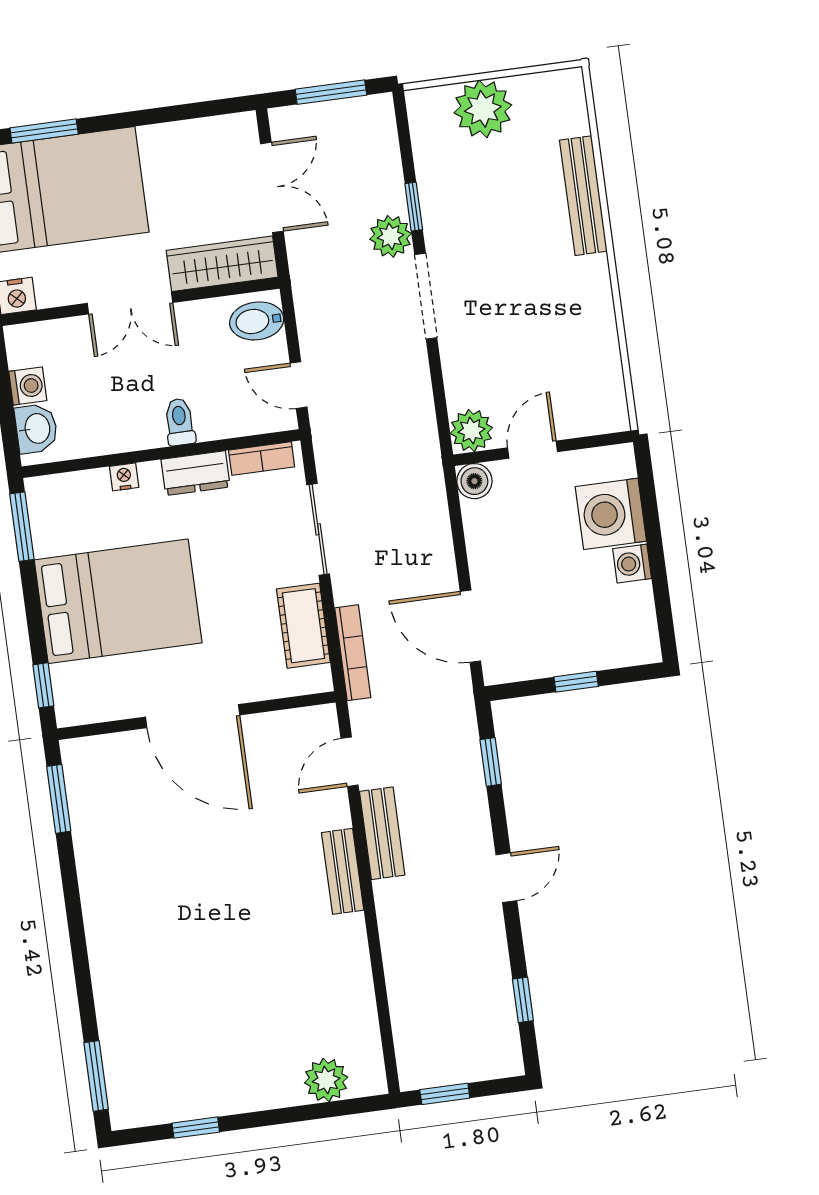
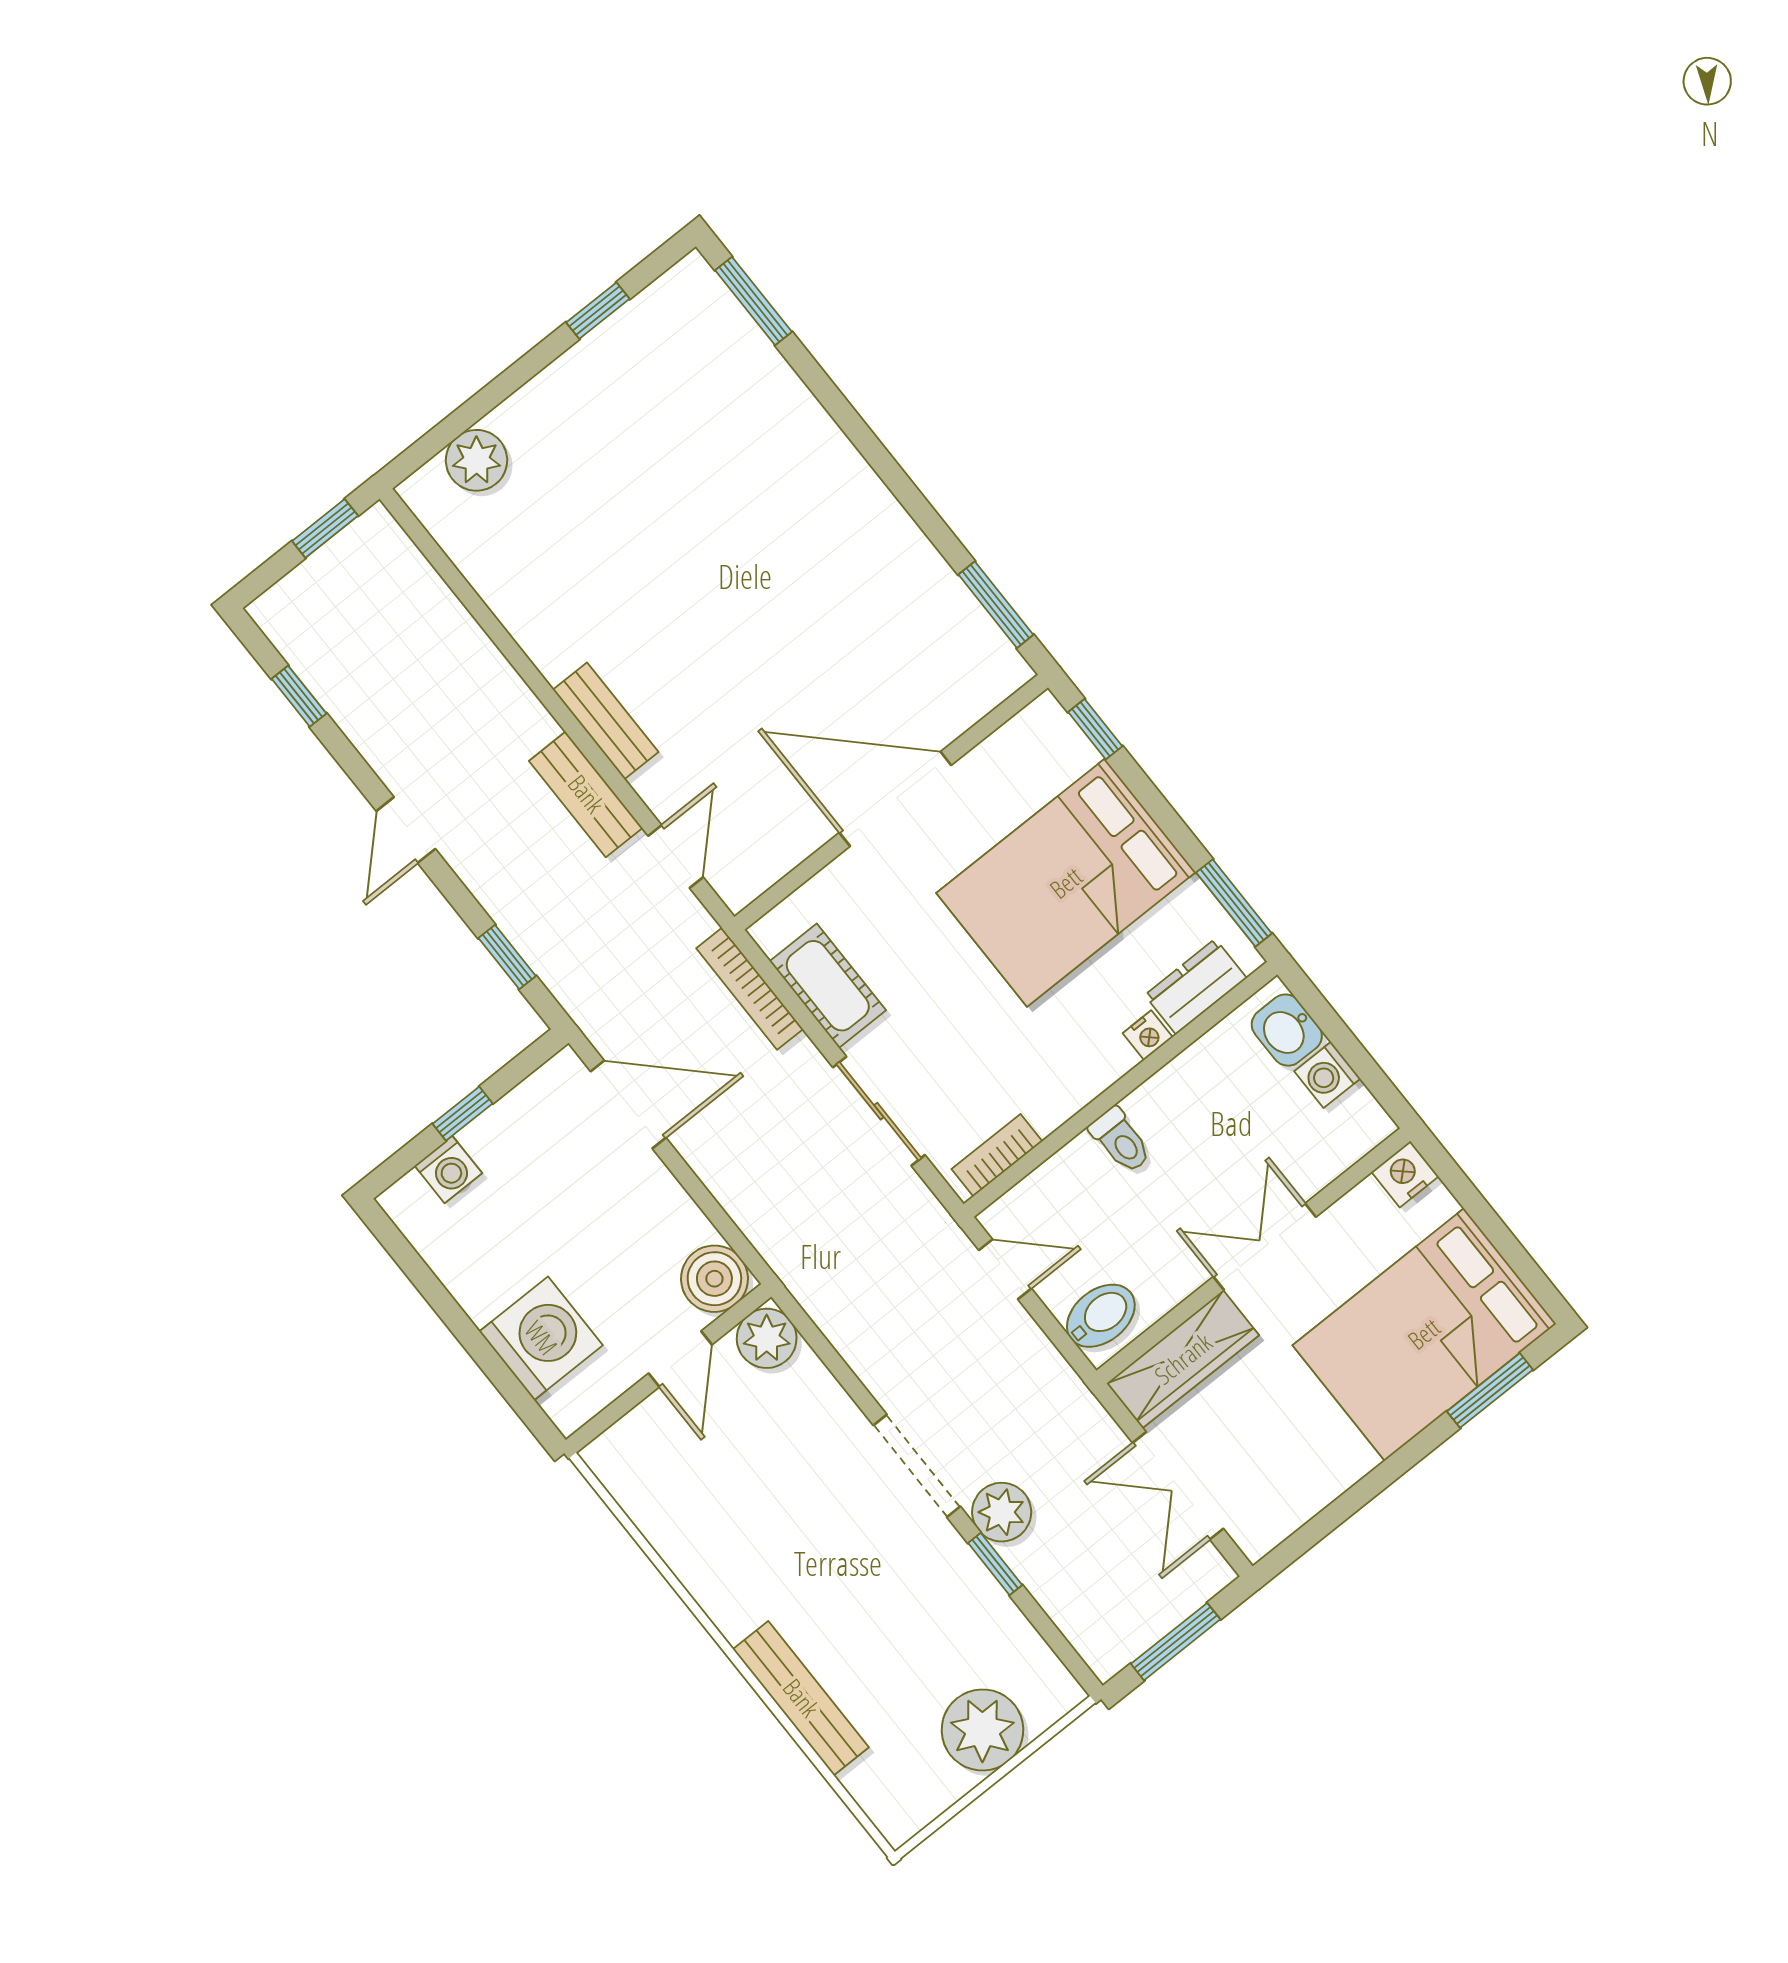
dresser: (195, 473) -> (1196, 987), moved
boiler: (474, 481) -> (714, 1279), width x1.36, depth x1.36
washing machine: (632, 564) -> (448, 1169), moved, turned 90

